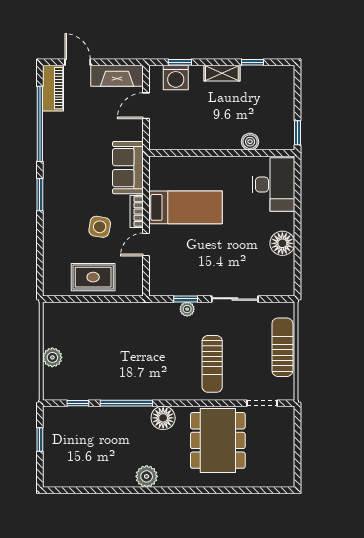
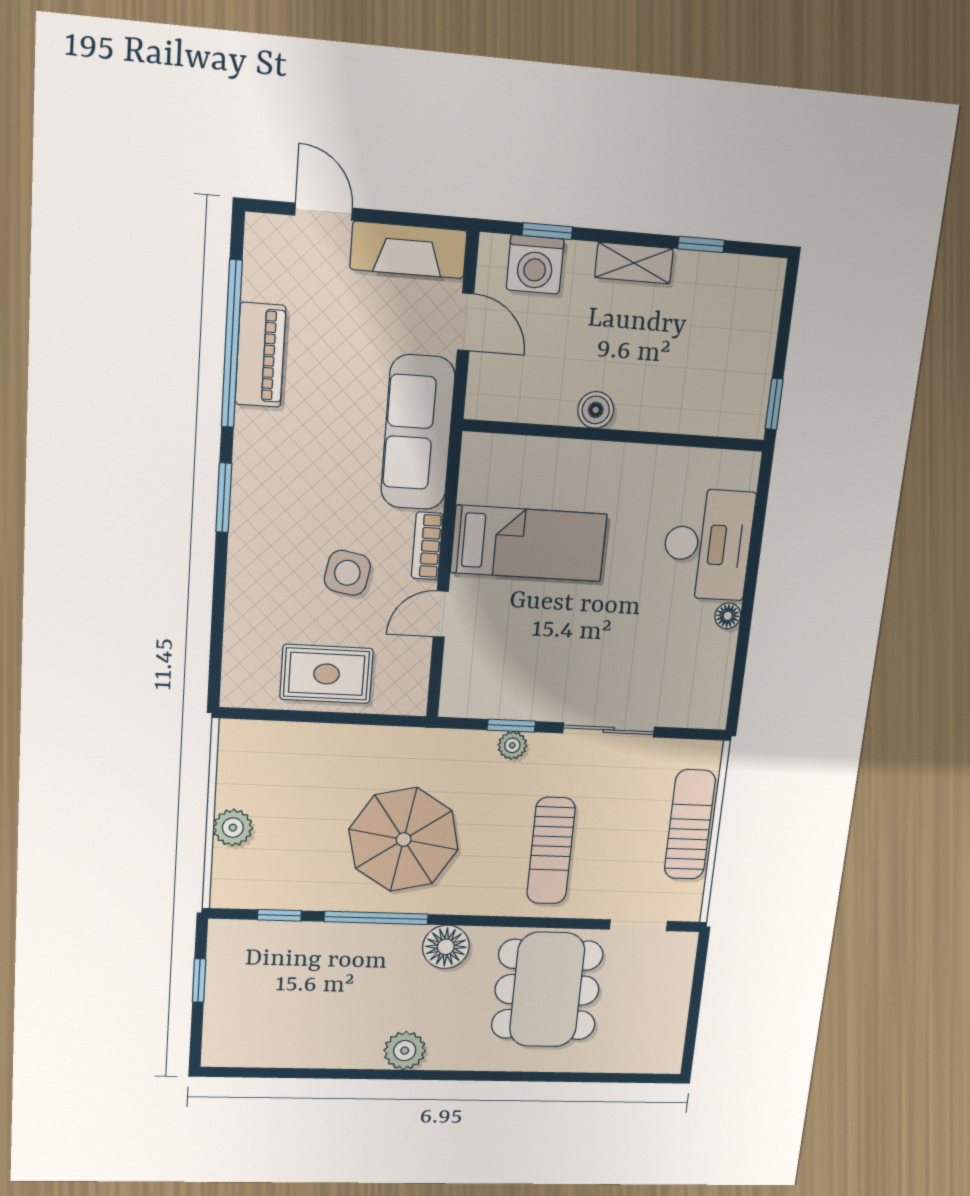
piano: (53, 88) -> (260, 355), moved
door: (146, 106) -> (466, 322), swing flipped
boiler: (250, 142) -> (596, 410), moved
sofa: (128, 168) -> (418, 433), width x1.36
desk: (273, 185) -> (708, 544), moved
floor lamp: (282, 243) -> (728, 616), width x0.53, depth x0.53
parasol: (137, 361) -> (404, 839), added

